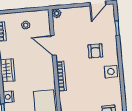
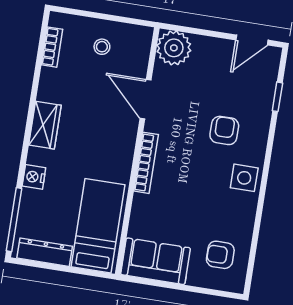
plant: (56, 13) -> (174, 48), width x1.87, depth x1.87
armchair: (95, 51) -> (224, 130), turned 180

